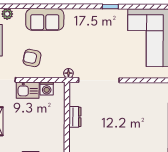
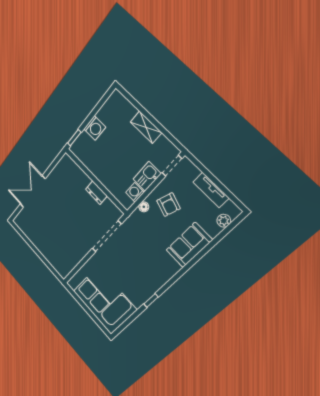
armchair: (32, 58) -> (168, 205), turned 97
floor lamp: (68, 73) -> (144, 207), moved

